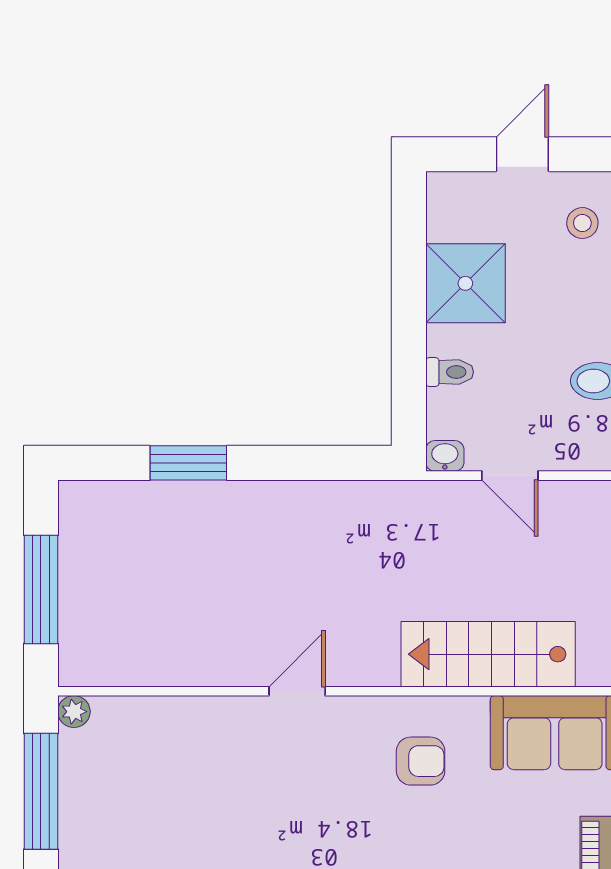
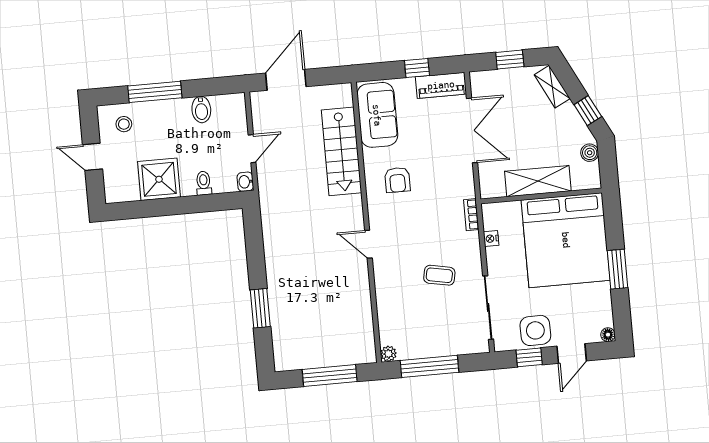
armchair: (421, 761) -> (397, 180), turned 180
coffee table: (222, 828) -> (439, 275), added

